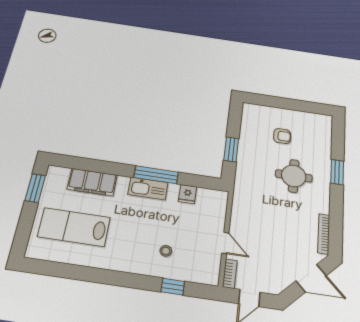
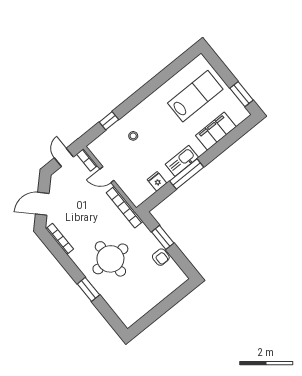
armchair: (282, 136) -> (161, 257), moved, turned -90
round table: (294, 176) -> (110, 259), width x1.36, depth x1.36
bookcase: (238, 202) -> (125, 207), added

